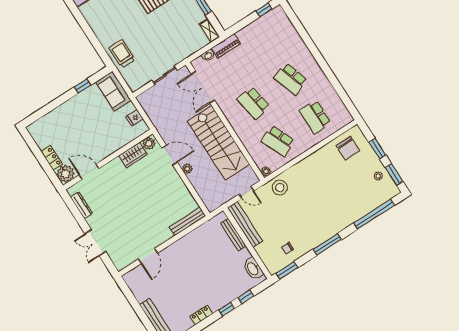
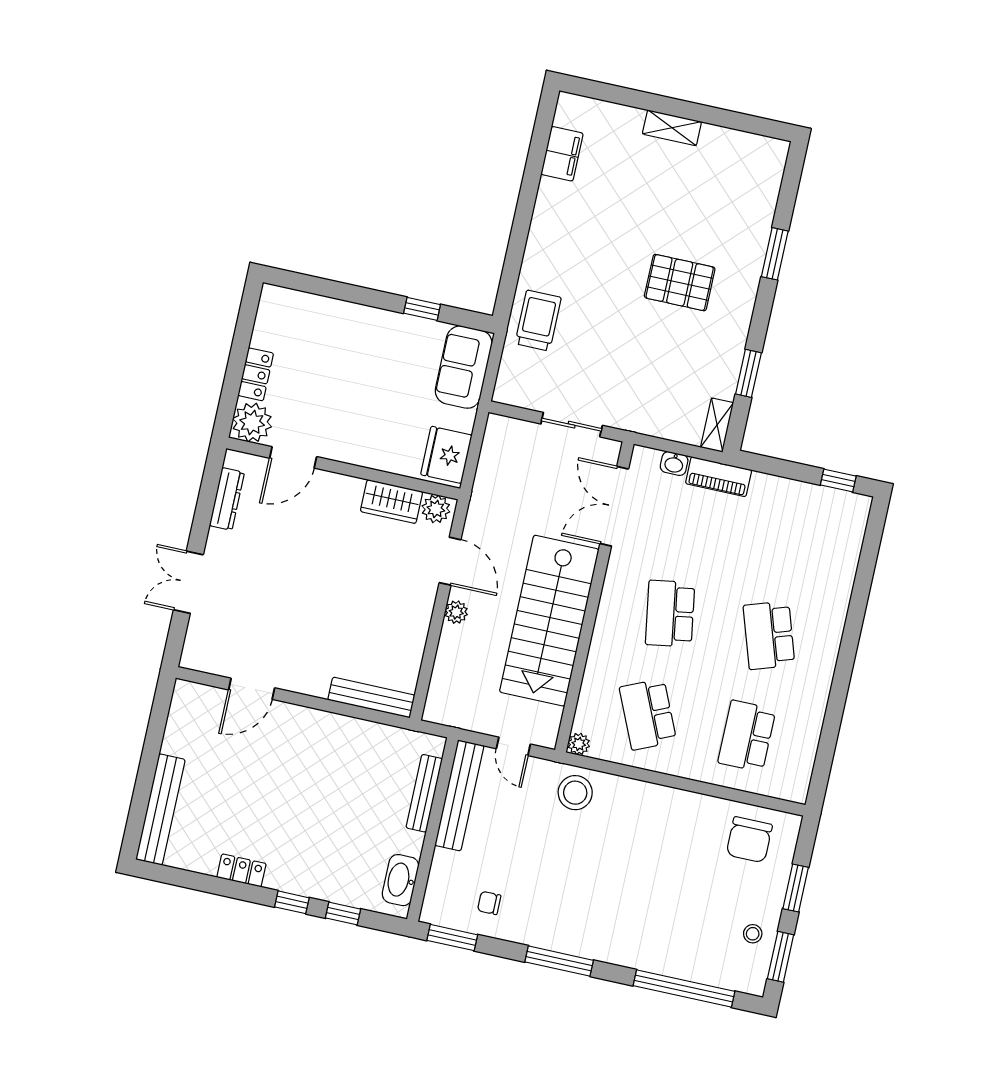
fridge: (135, 118) -> (446, 455), width x1.88, depth x1.34
door: (89, 172) -> (293, 457), swing flipped

